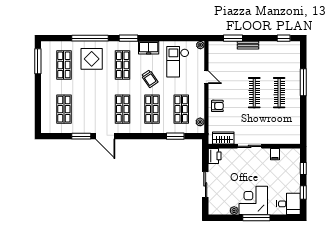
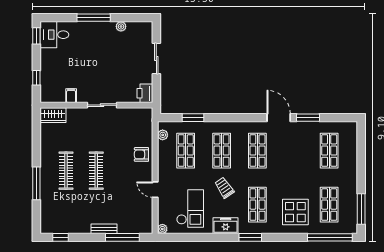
window: (90, 38) -> (330, 237), moved
window: (233, 38) -> (122, 237), width x1.44
wardrobe: (223, 138) -> (53, 115), moved
window: (303, 192) -> (36, 36), moved
corner desk: (253, 200) -> (98, 39), removed

